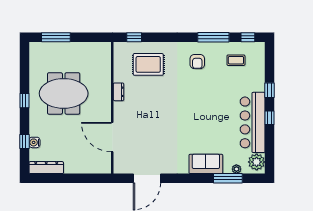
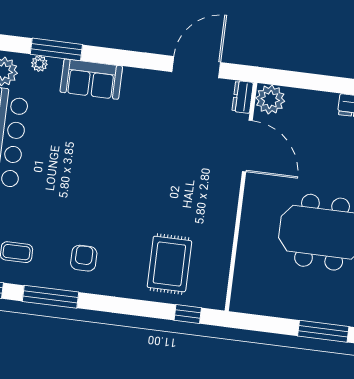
rug: (148, 64) -> (169, 264), turned 90
dresser: (119, 92) -> (243, 97), moved
plant: (103, 165) -> (270, 100), added

